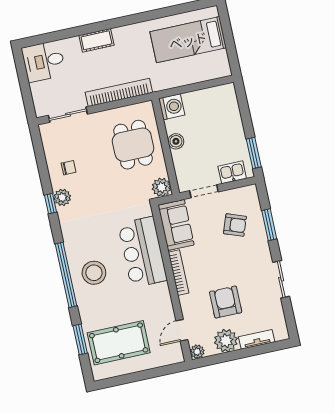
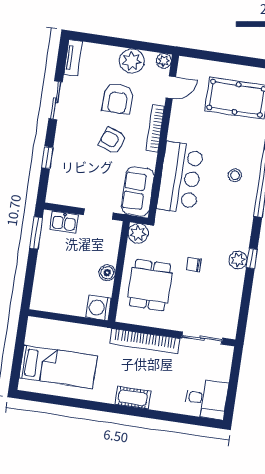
cot: (96, 40) -> (133, 398), moved
chair: (69, 168) -> (194, 265), moved
armchair: (235, 225) -> (112, 141), moved
window: (269, 225) -> (47, 158), width x0.67
stool: (94, 273) -> (235, 175), width x0.53, depth x0.53
bookcase: (178, 273) -> (155, 128), moved
tv unit: (257, 339) -> (73, 58), moved, turned -90

